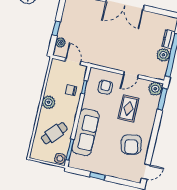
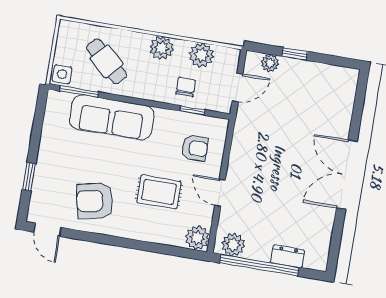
plant: (163, 55) -> (233, 245), moved
plant: (54, 80) -> (201, 55), added
window: (162, 99) -> (180, 252), removed
window: (97, 176) -> (29, 177), moved

